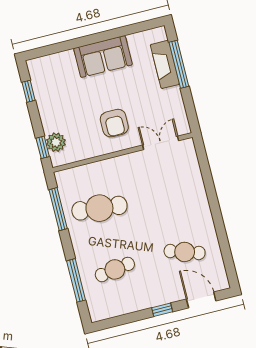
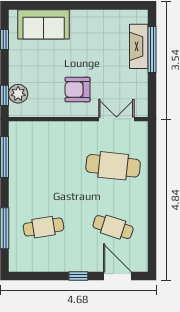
sofa: (103, 57) -> (44, 24), moved
armchair: (114, 123) -> (77, 90), turned 90
cafe table: (99, 208) -> (113, 166), moved

